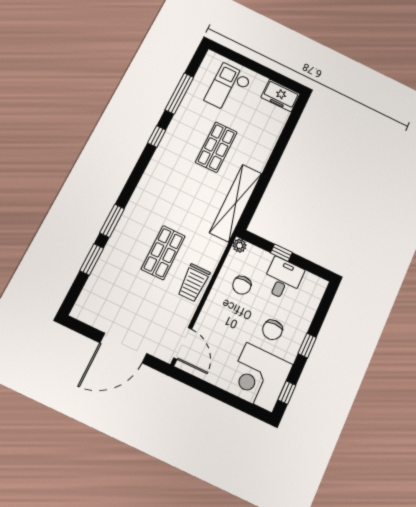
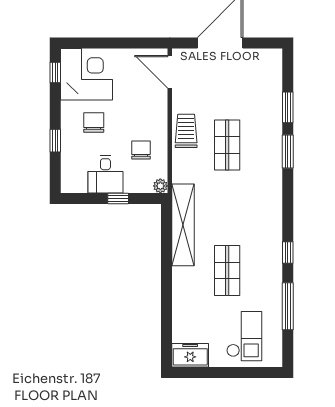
window: (307, 345) -> (55, 141), moved

